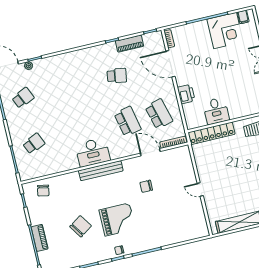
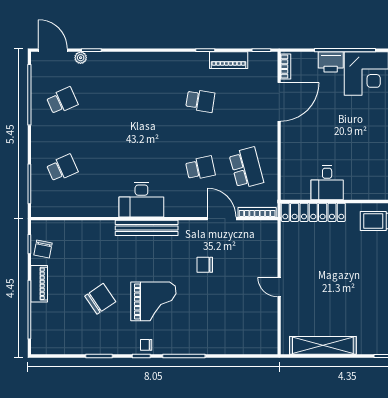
door: (170, 64) -> (279, 102), swing flipped
printer: (186, 94) -> (331, 62), moved, turned 90
school desk: (128, 121) -> (200, 168), width x0.54
chair: (43, 191) -> (43, 249), moved
piano: (40, 238) -> (39, 284), moved

